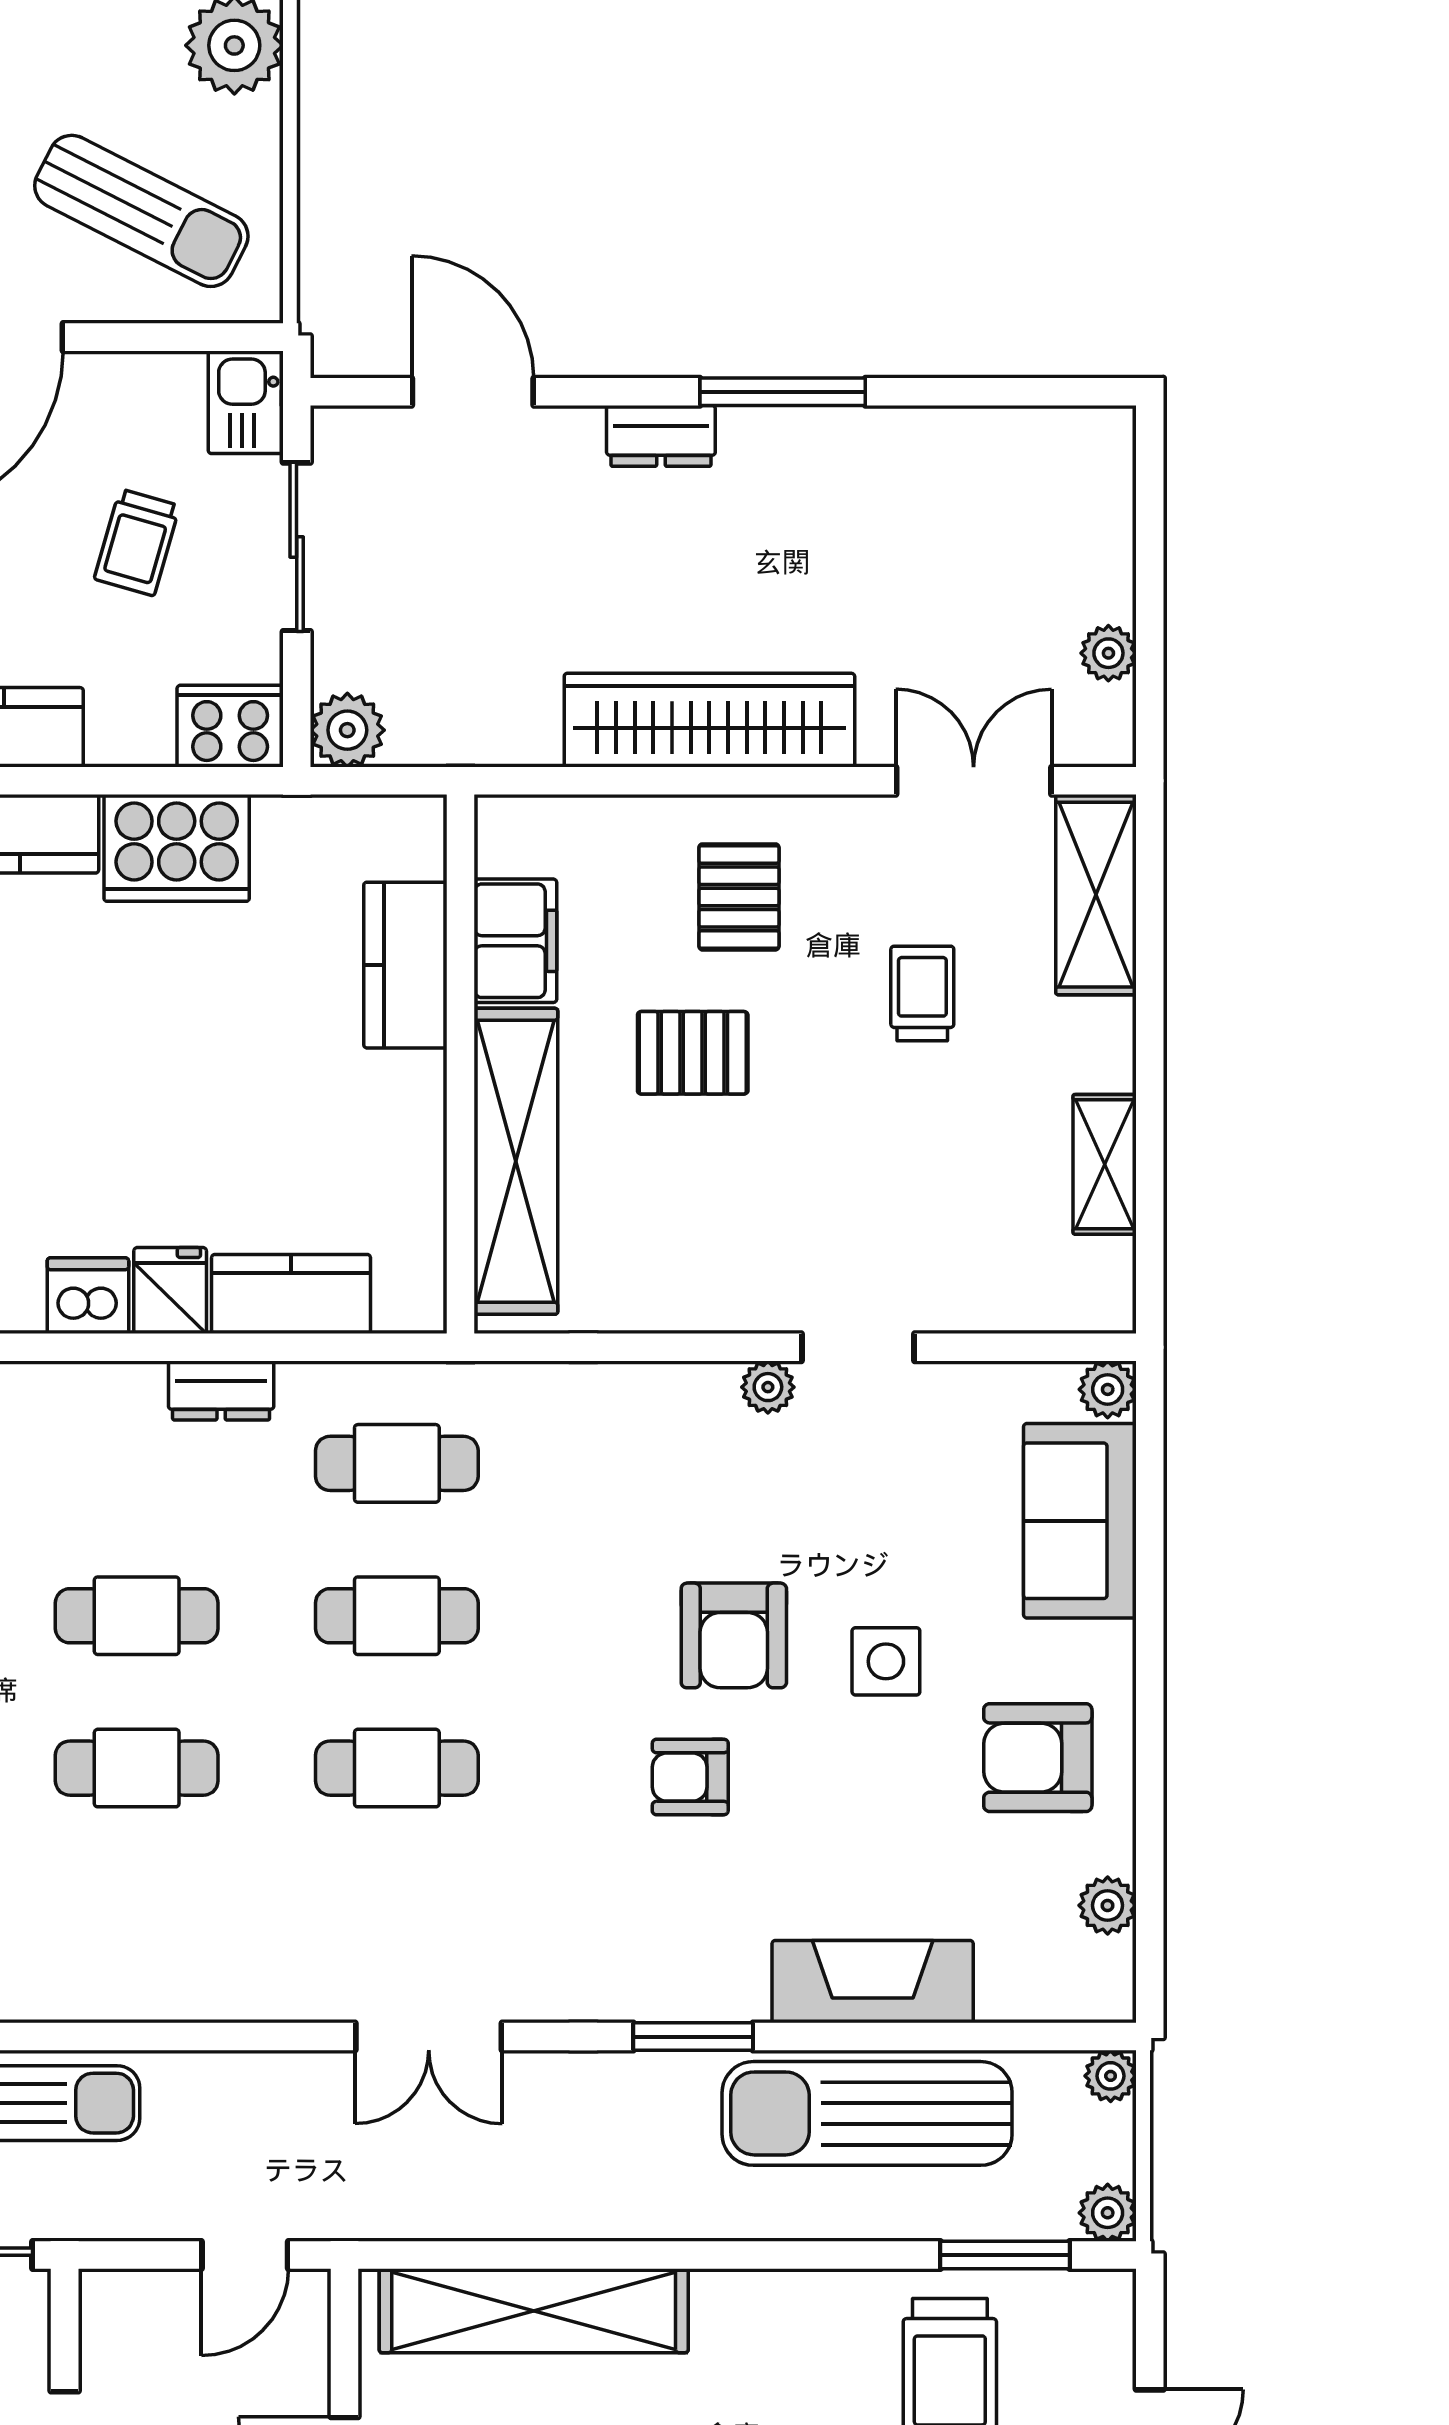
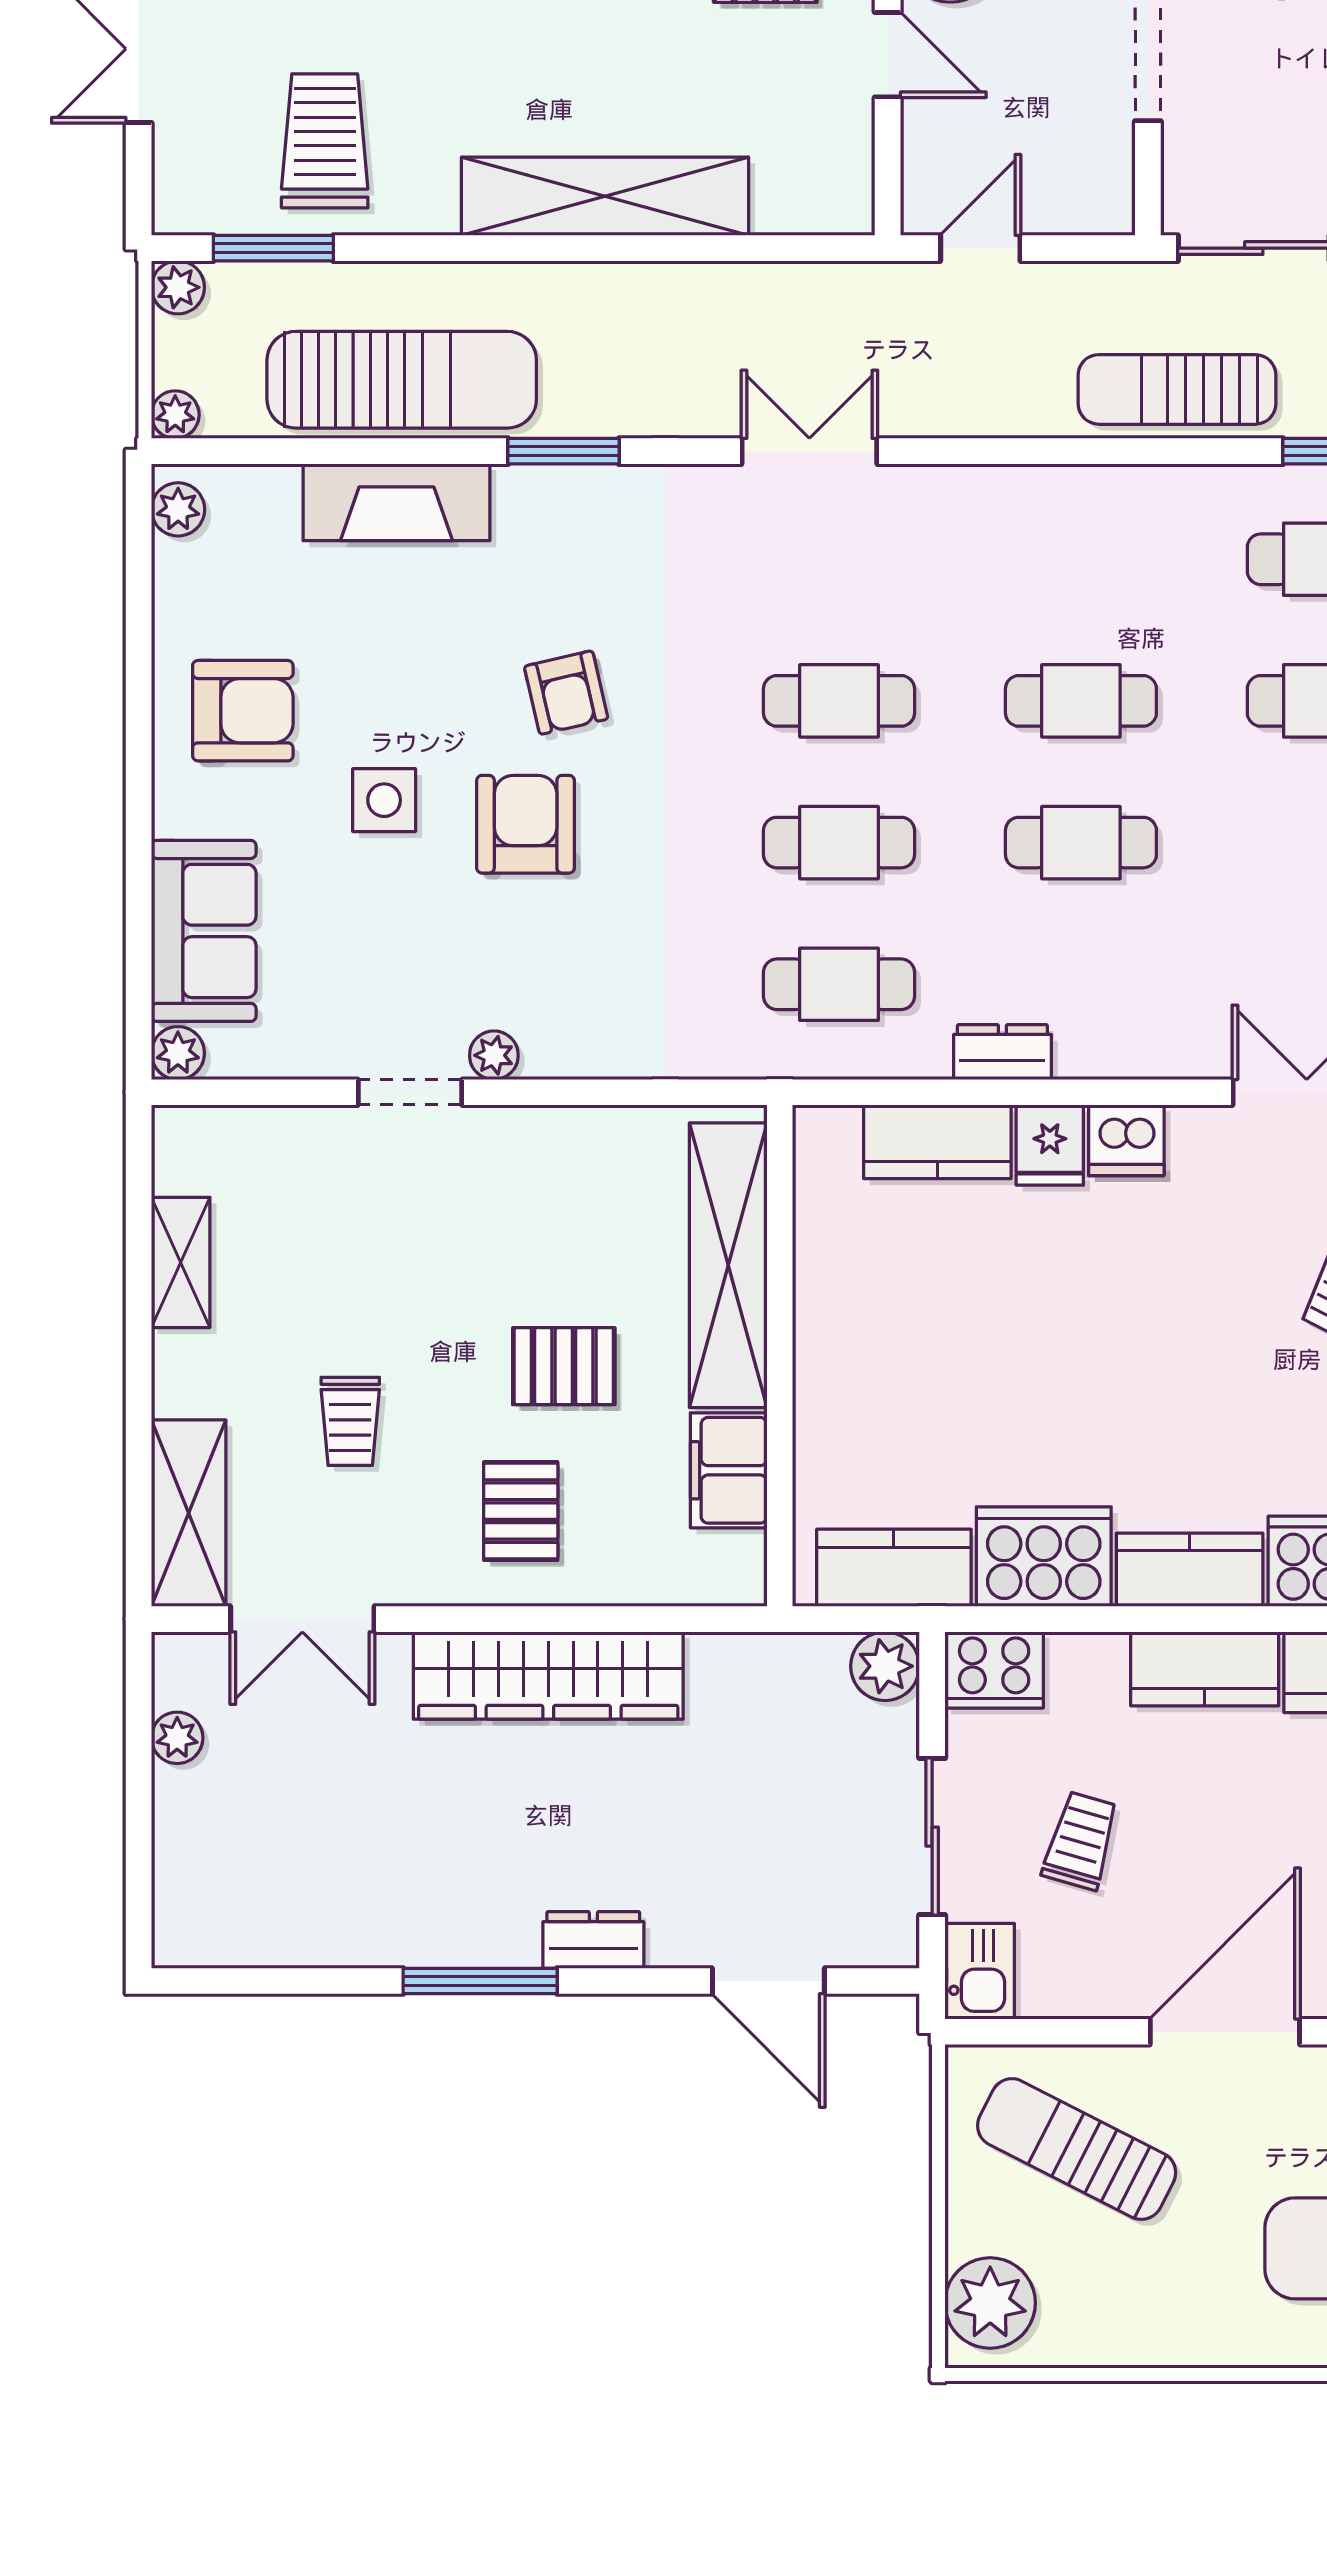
kitchen counter: (405, 965) -> (894, 1568), moved, turned -90
armchair: (690, 1777) -> (566, 693), turned 77
plant: (1108, 1905) -> (178, 509), moved
shelving: (534, 2311) -> (605, 196), moved

